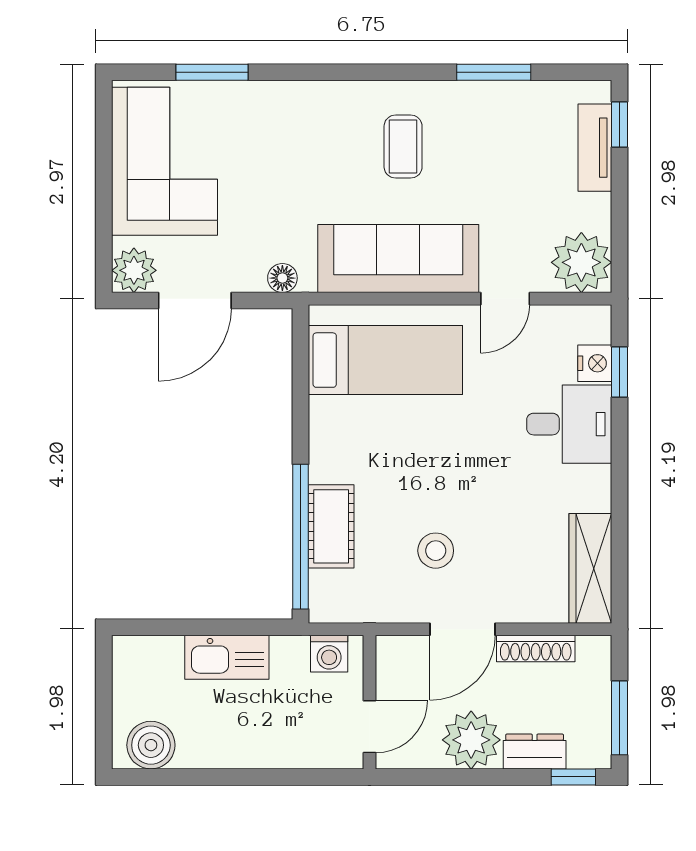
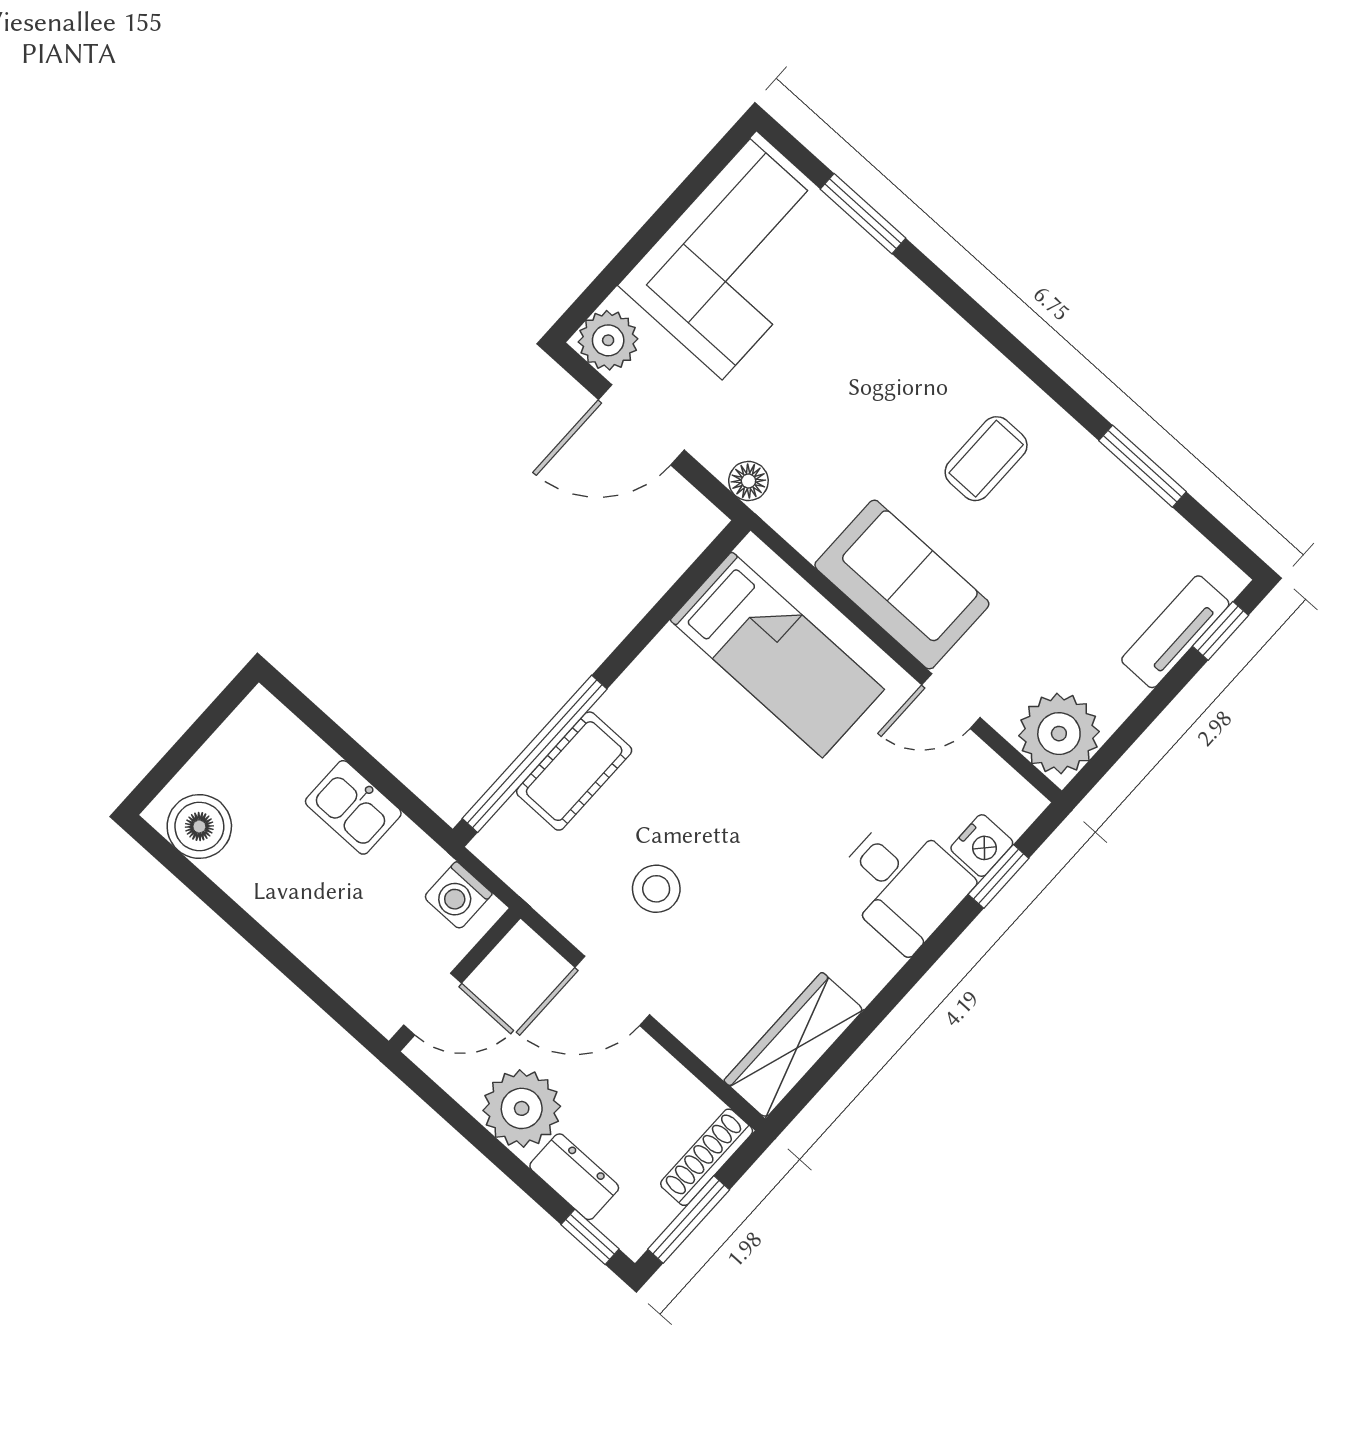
sofa: (398, 259) -> (902, 585), width x0.73
shoe rack: (536, 648) -> (707, 1157), moved, turned 90
kitchen sink: (227, 657) -> (353, 807), width x0.73

